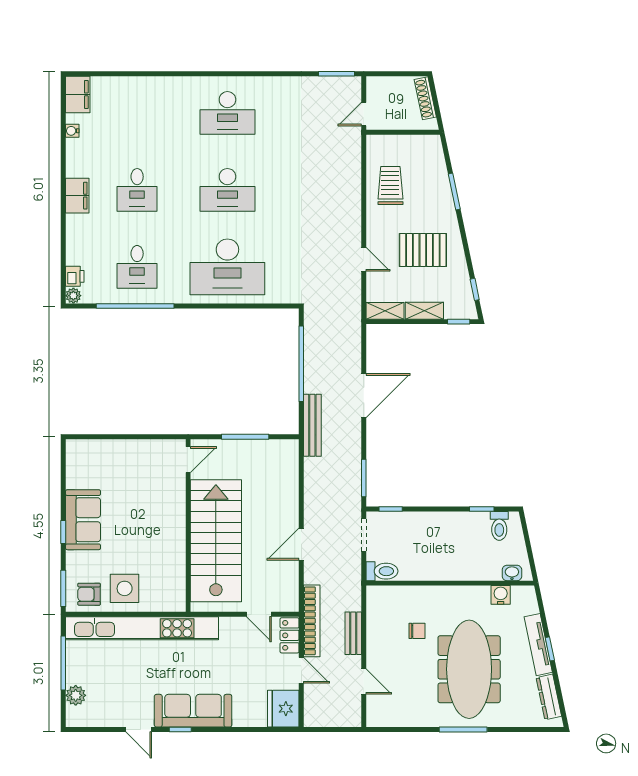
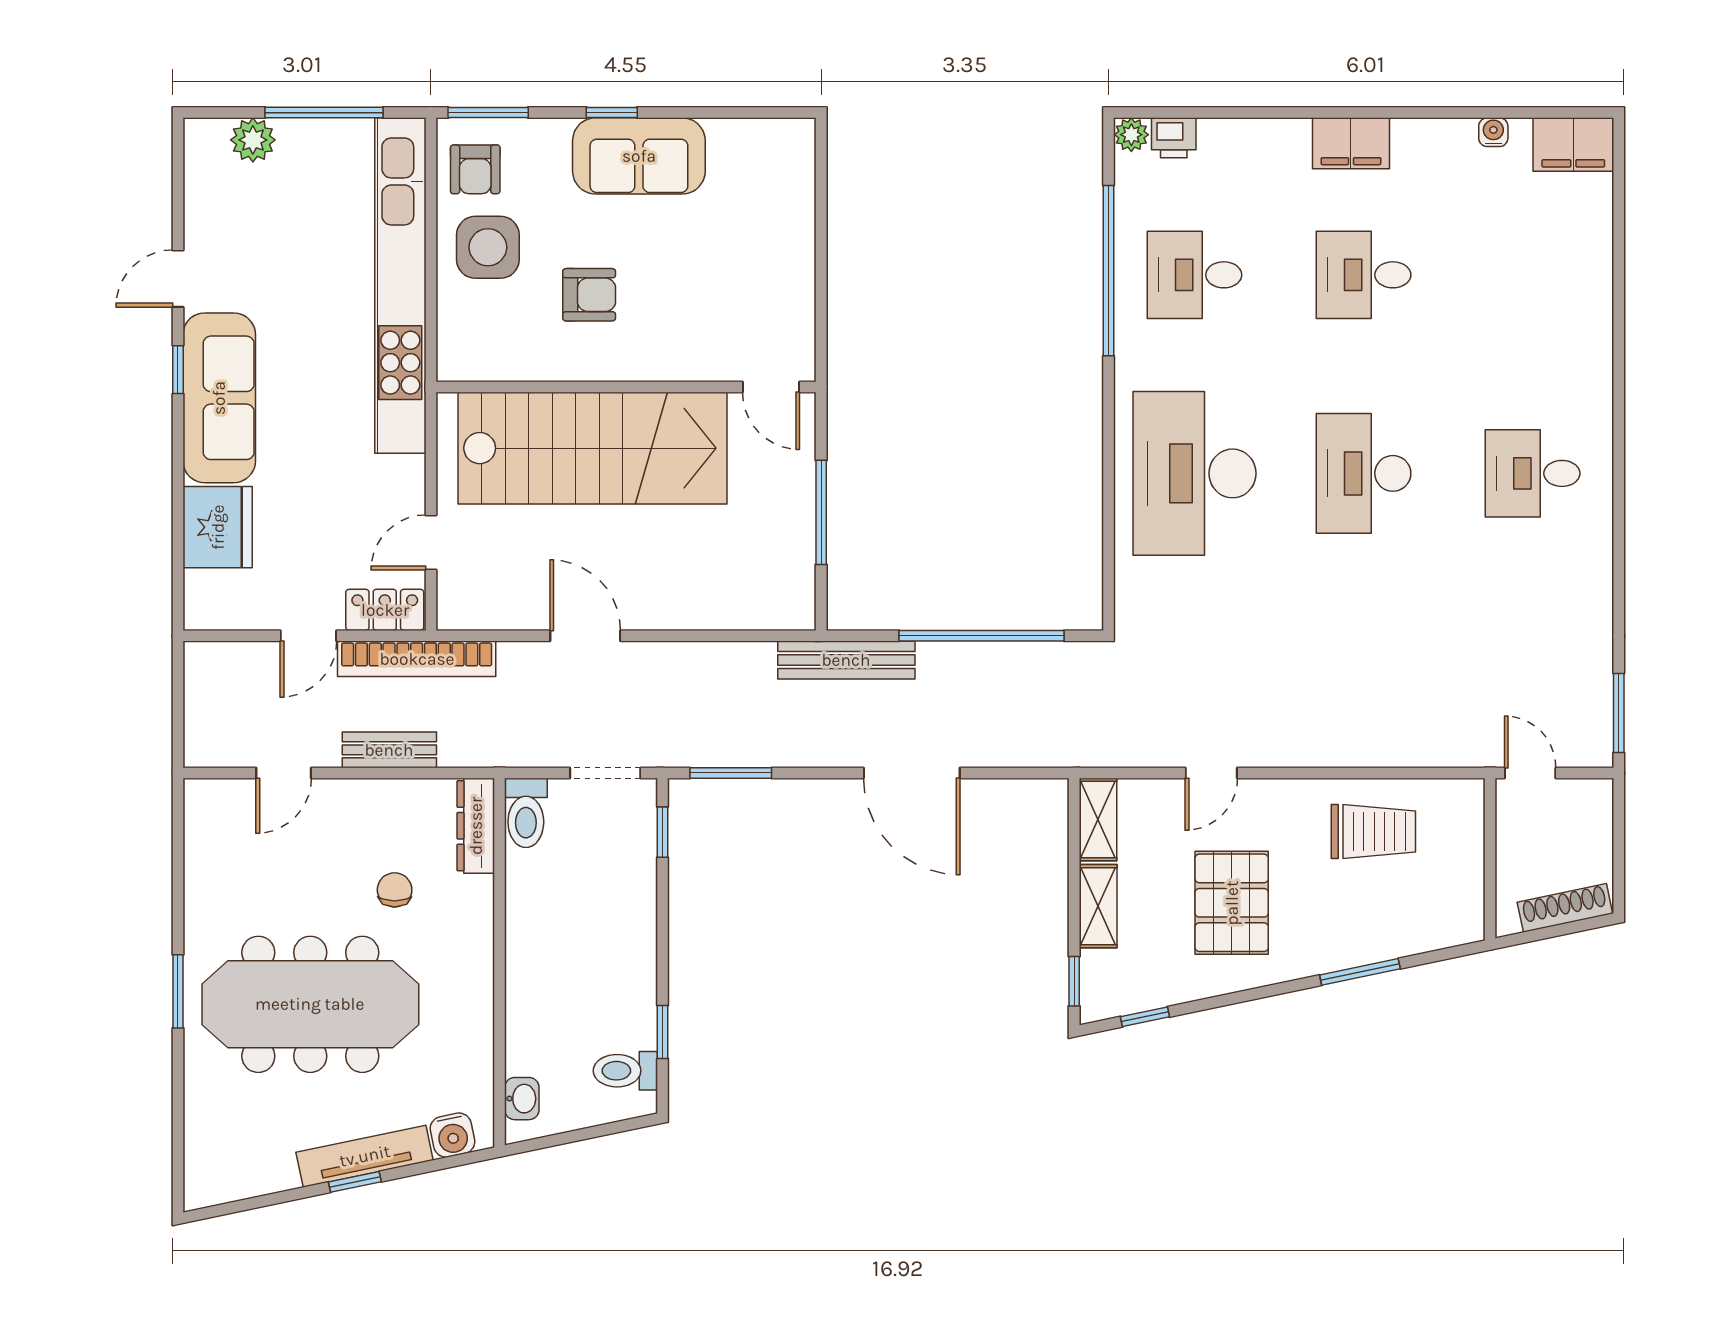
desk: (227, 113) -> (1533, 473), width x0.73
armchair: (146, 542) -> (589, 295), added
armchair: (89, 594) -> (475, 169), turned 180
water cooler: (501, 595) -> (452, 1135), moved, turned 78
chair: (417, 631) -> (395, 890), turned 180
dresser: (549, 697) -> (476, 826), moved, turned -78
fridge: (283, 709) -> (218, 527), moved, turned 90
window: (463, 729) -> (178, 991), width x0.69

